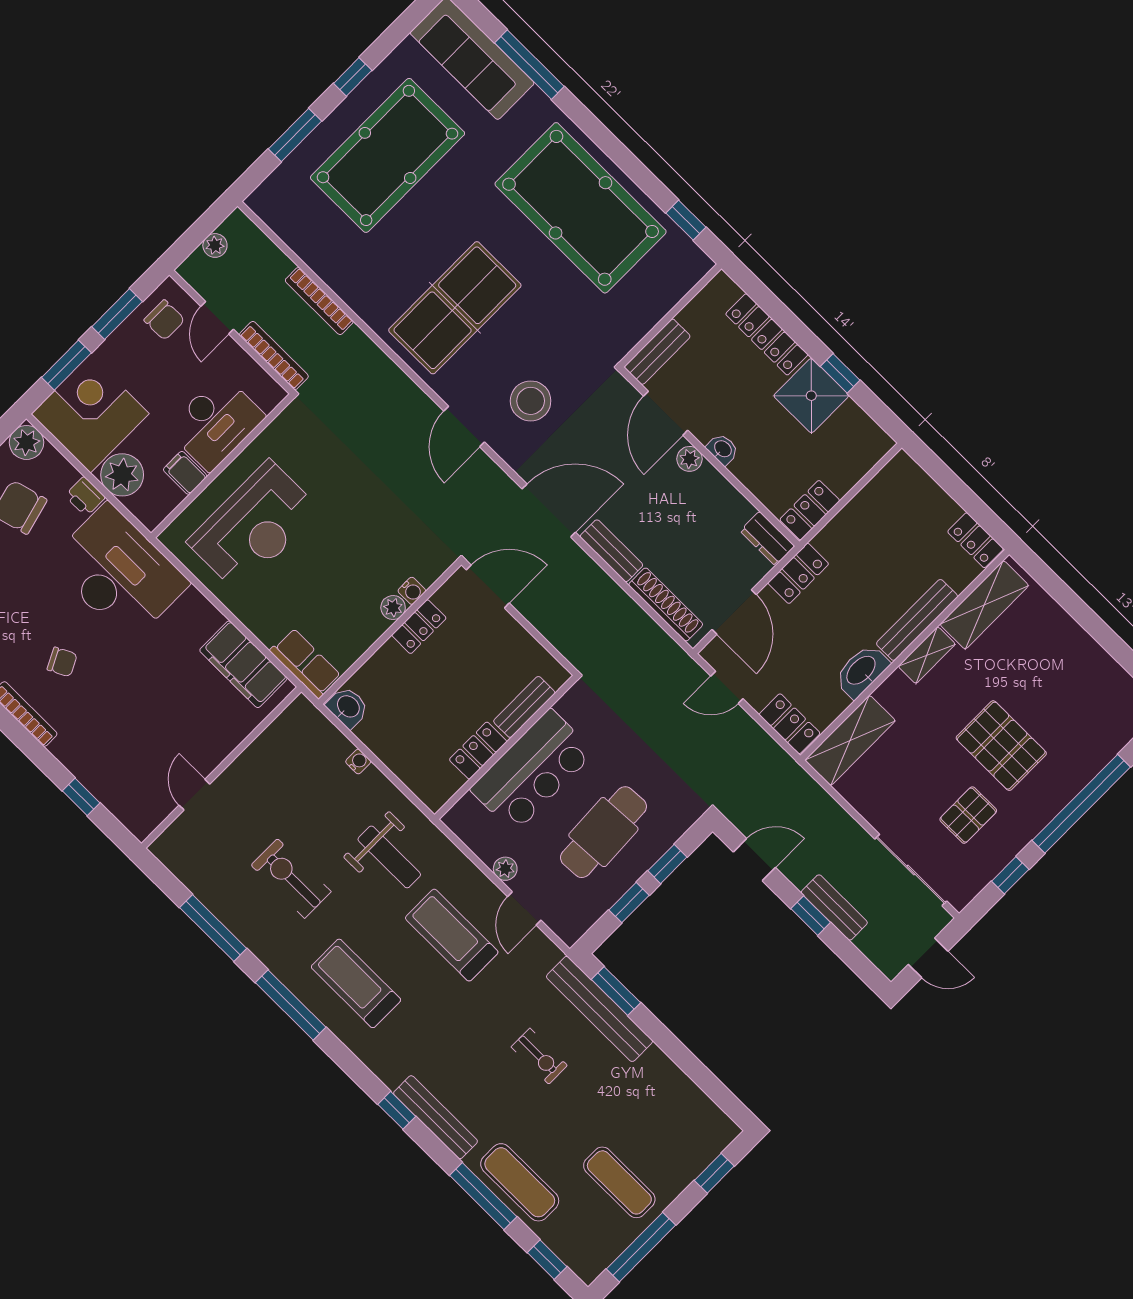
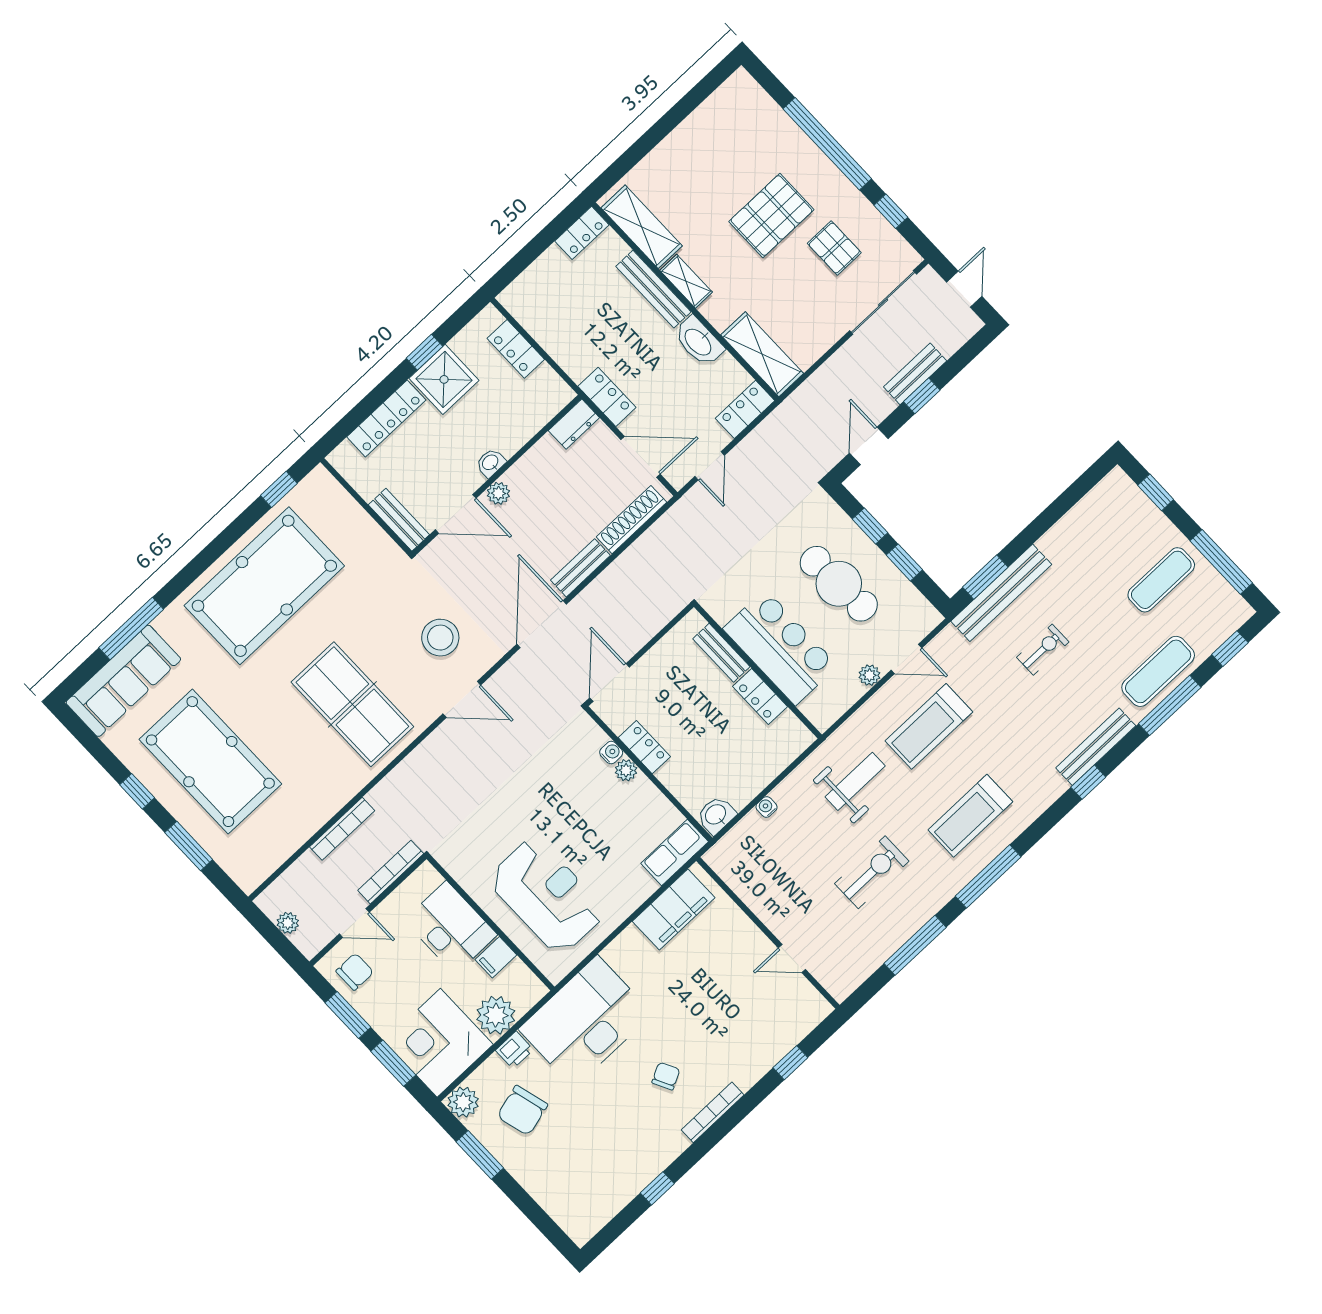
locker: (810, 510) -> (516, 349), moved
exercise bike: (291, 878) -> (872, 872), turned 180

